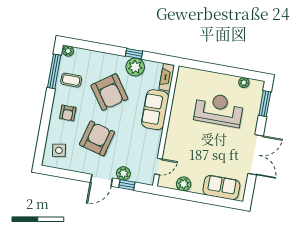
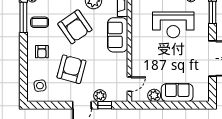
reception desk: (219, 110) -> (173, 25), turned 180
sofa: (221, 188) -> (177, 93), moved

